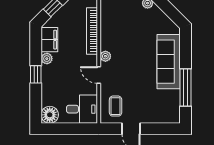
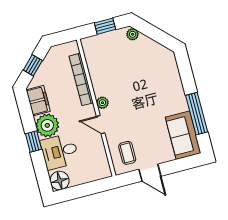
plant: (47, 59) -> (47, 125), width x1.88, depth x1.88
sofa: (169, 62) -> (183, 135), moved, width x0.73
desk: (82, 109) -> (60, 151), moved, turned 180

